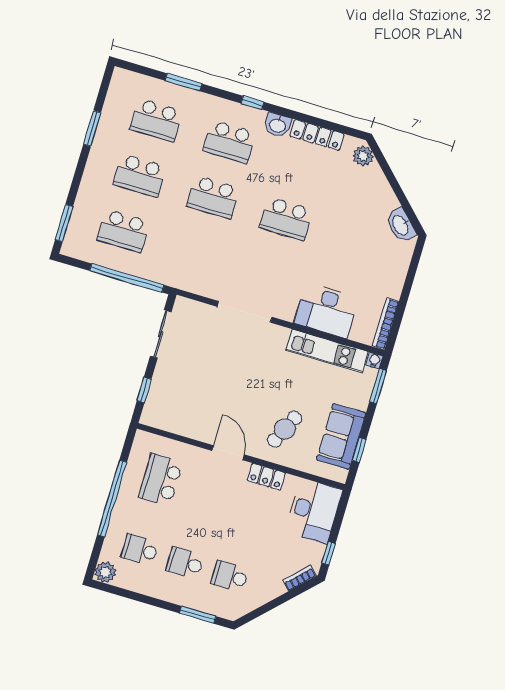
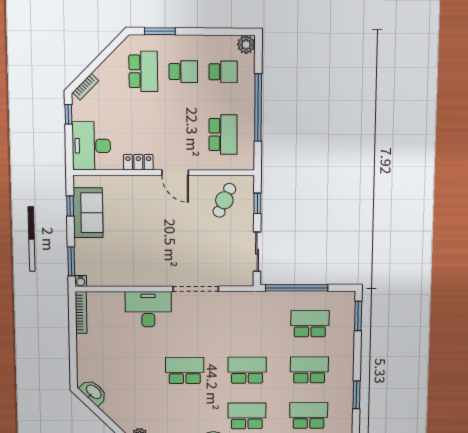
desk: (326, 310) -> (148, 309), moved
kitchen unit: (327, 351) -> (121, 277), removed
cafe table: (285, 429) -> (224, 200), moved
school desk: (230, 576) -> (143, 71), width x1.85

